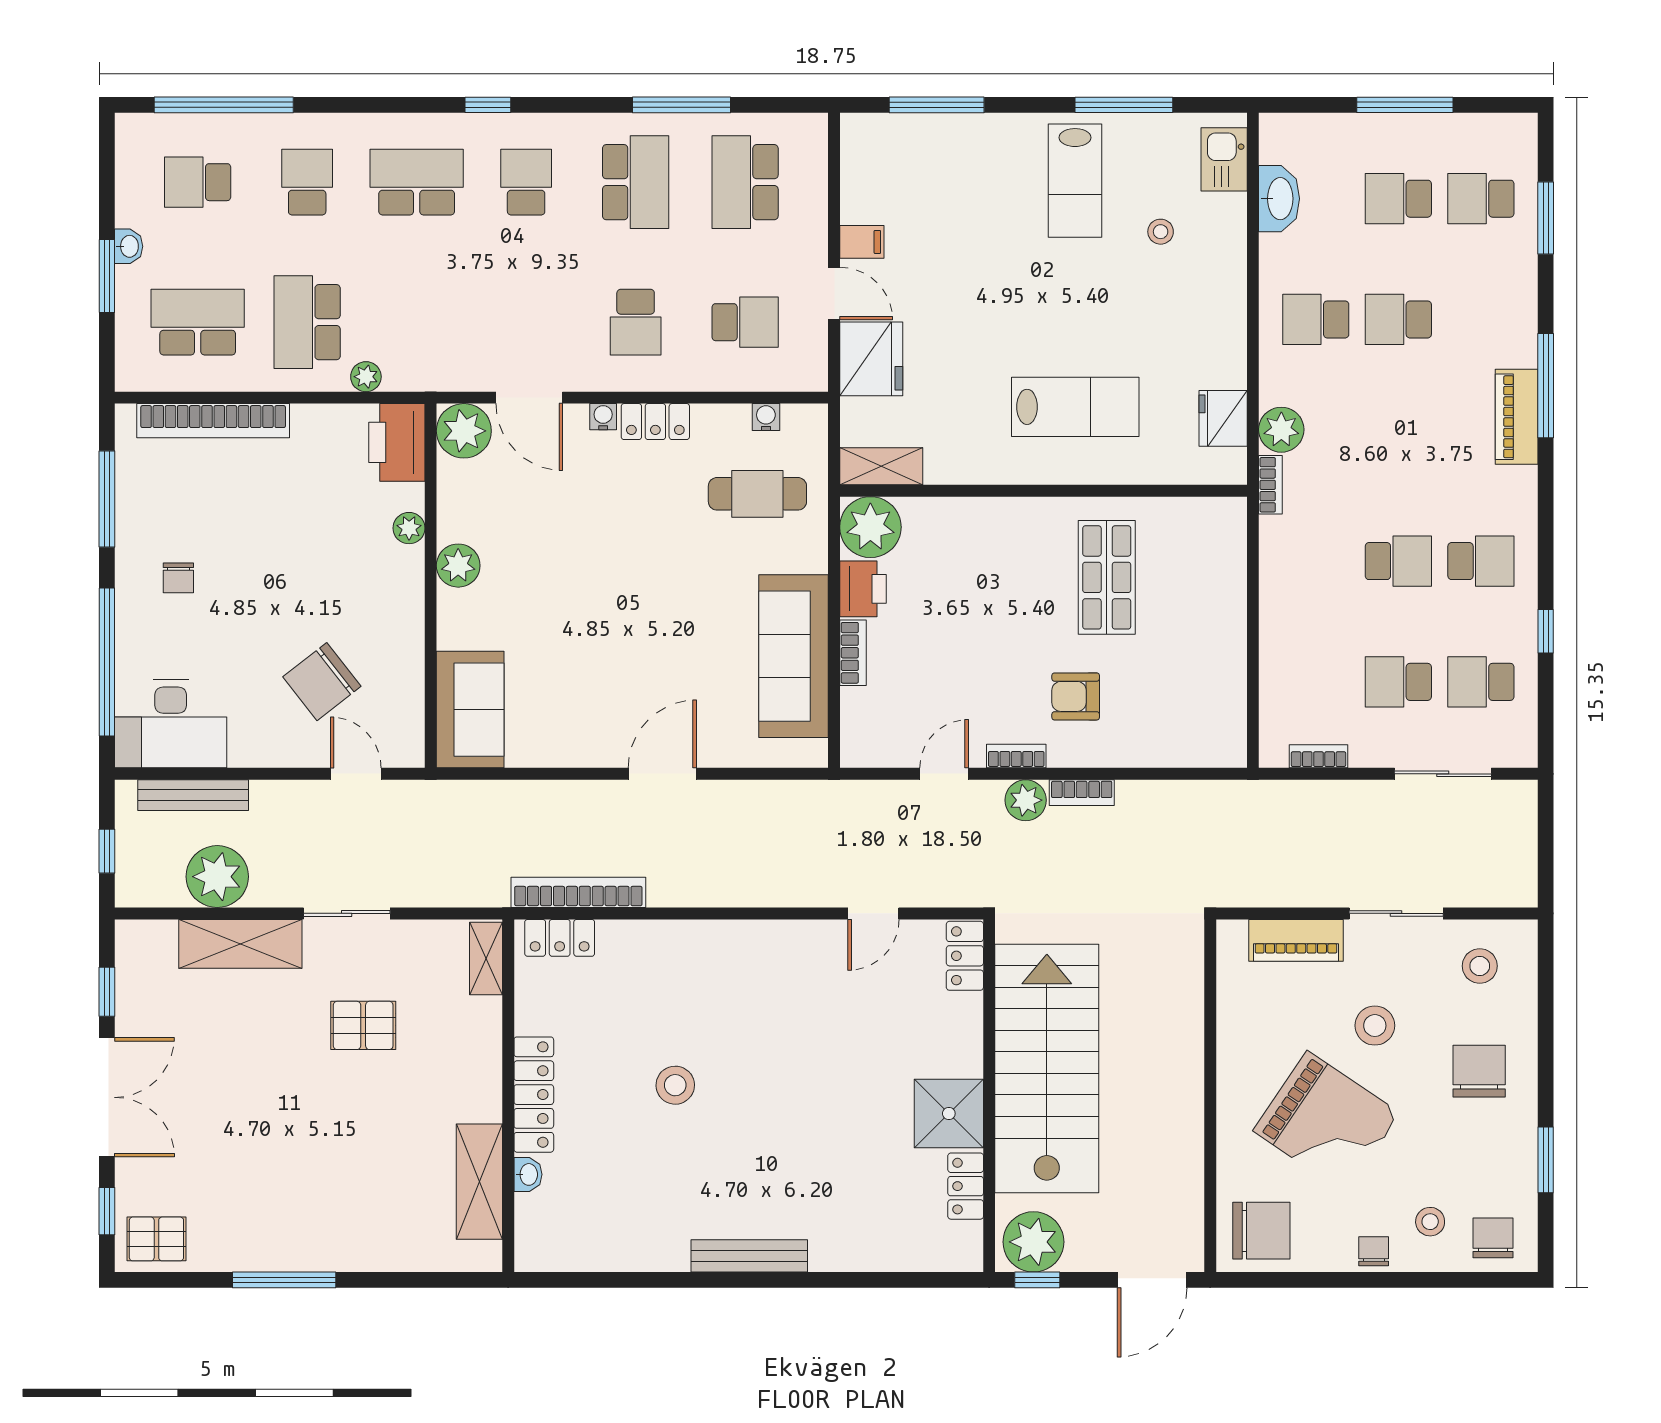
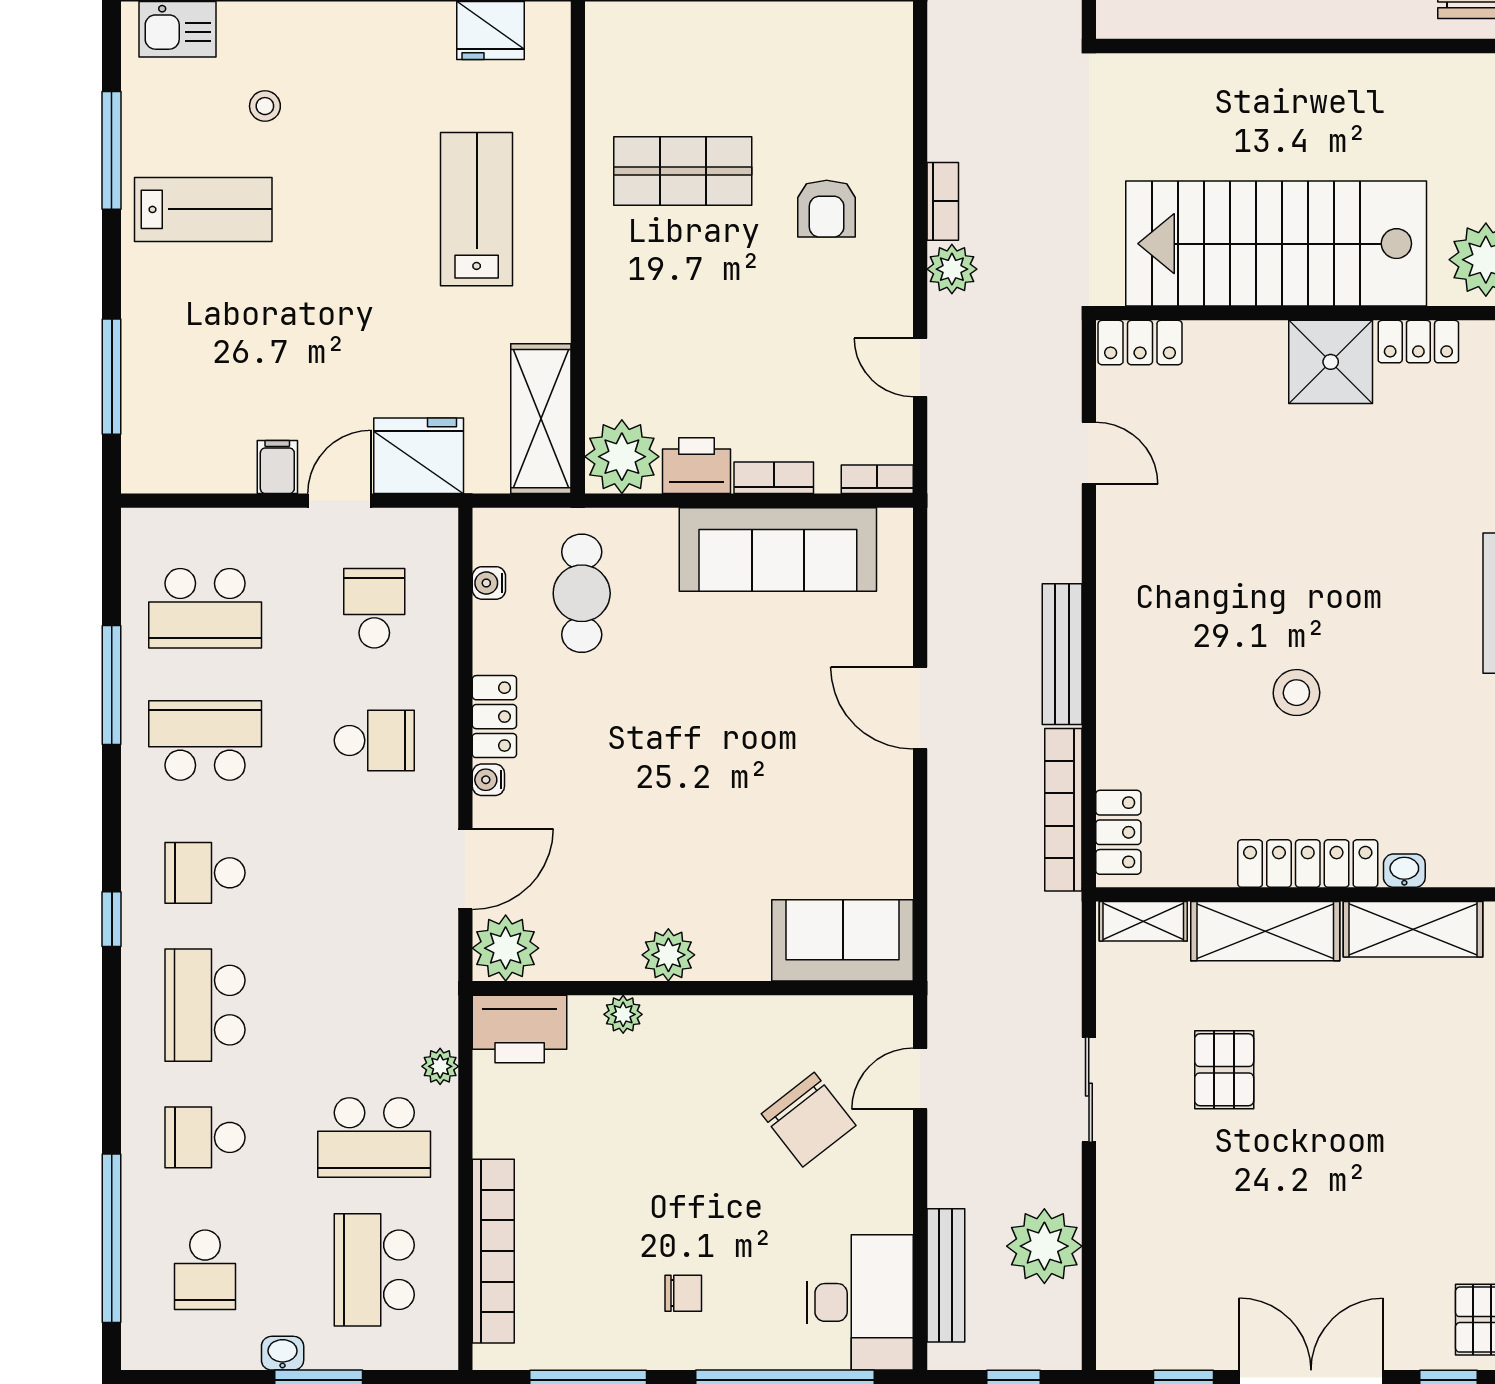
shelving: (881, 466) -> (541, 419), width x1.50, depth x1.33
bookcase: (1016, 756) -> (877, 479), moved, turned 90
bench: (707, 891) -> (1062, 654), added
shelving: (240, 944) -> (1265, 931), moved, turned 90

